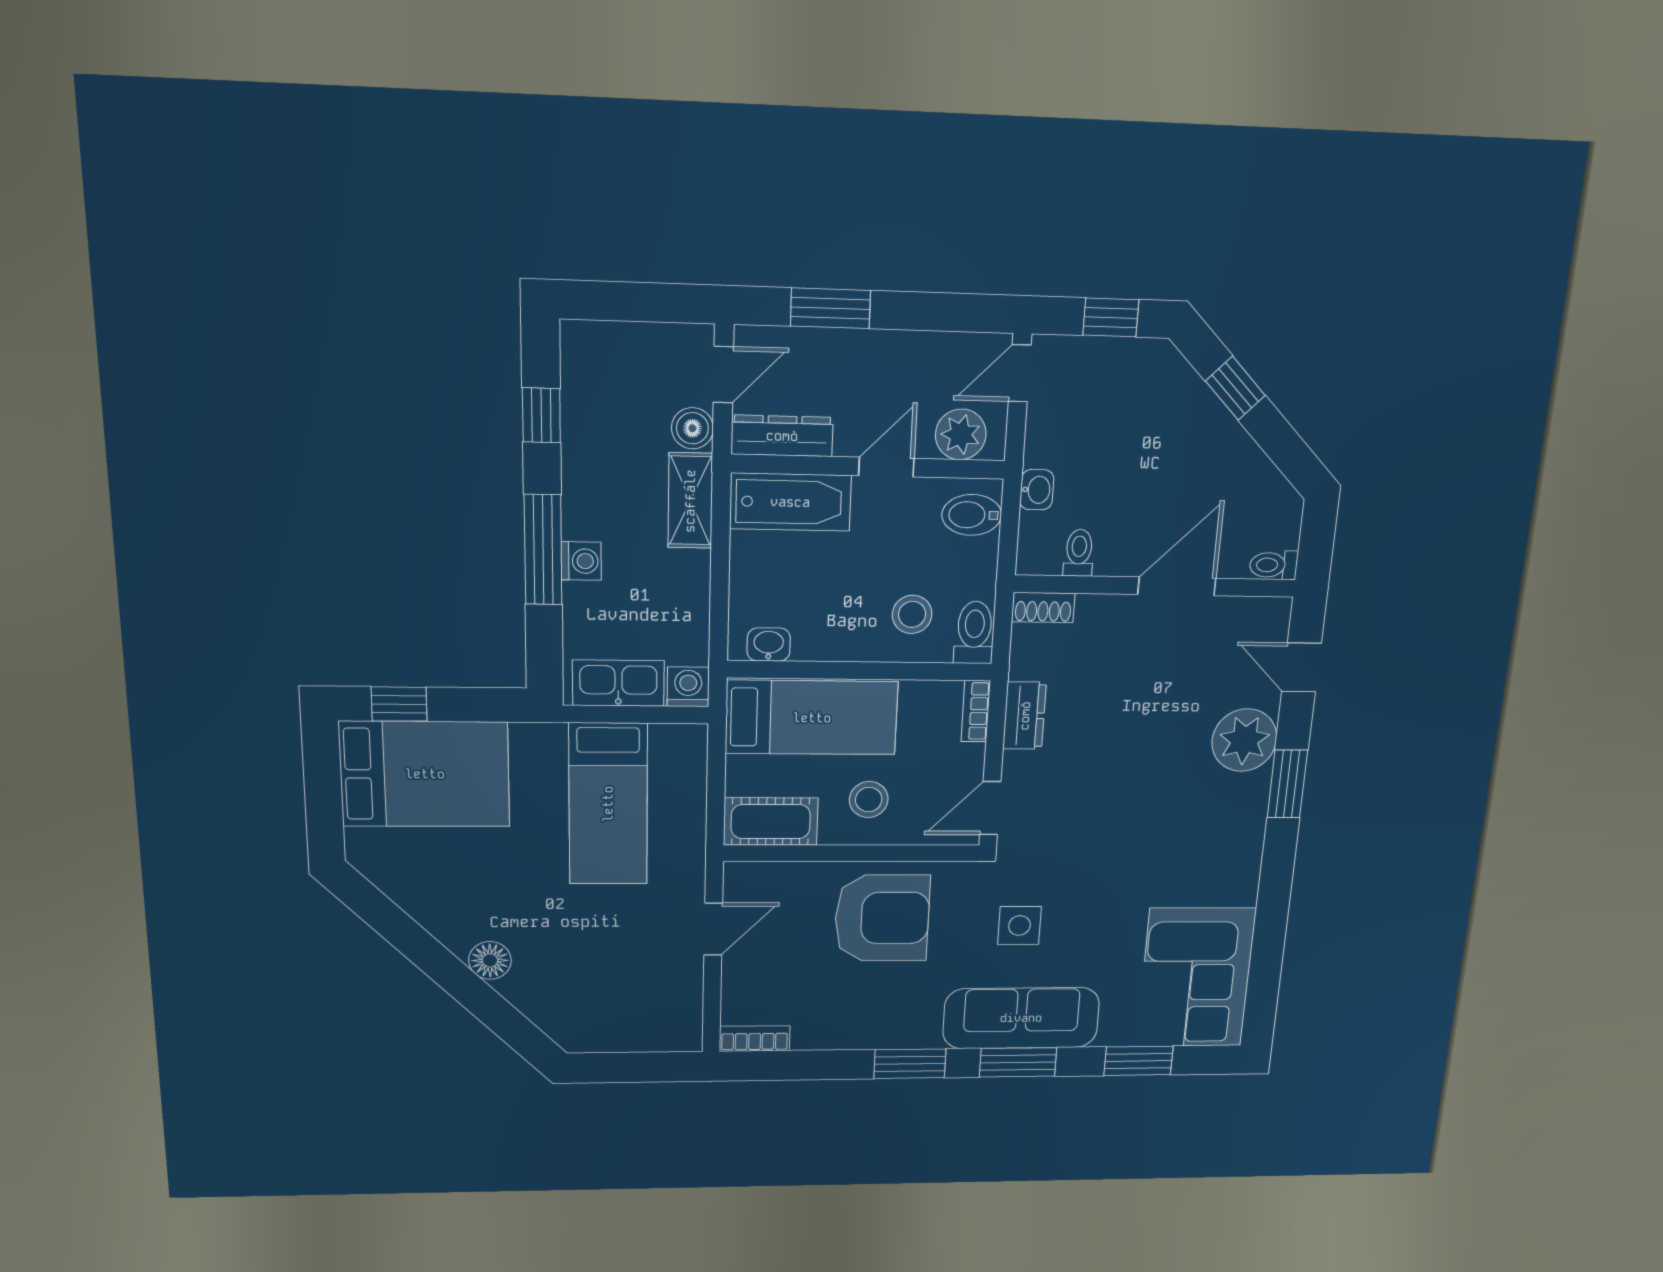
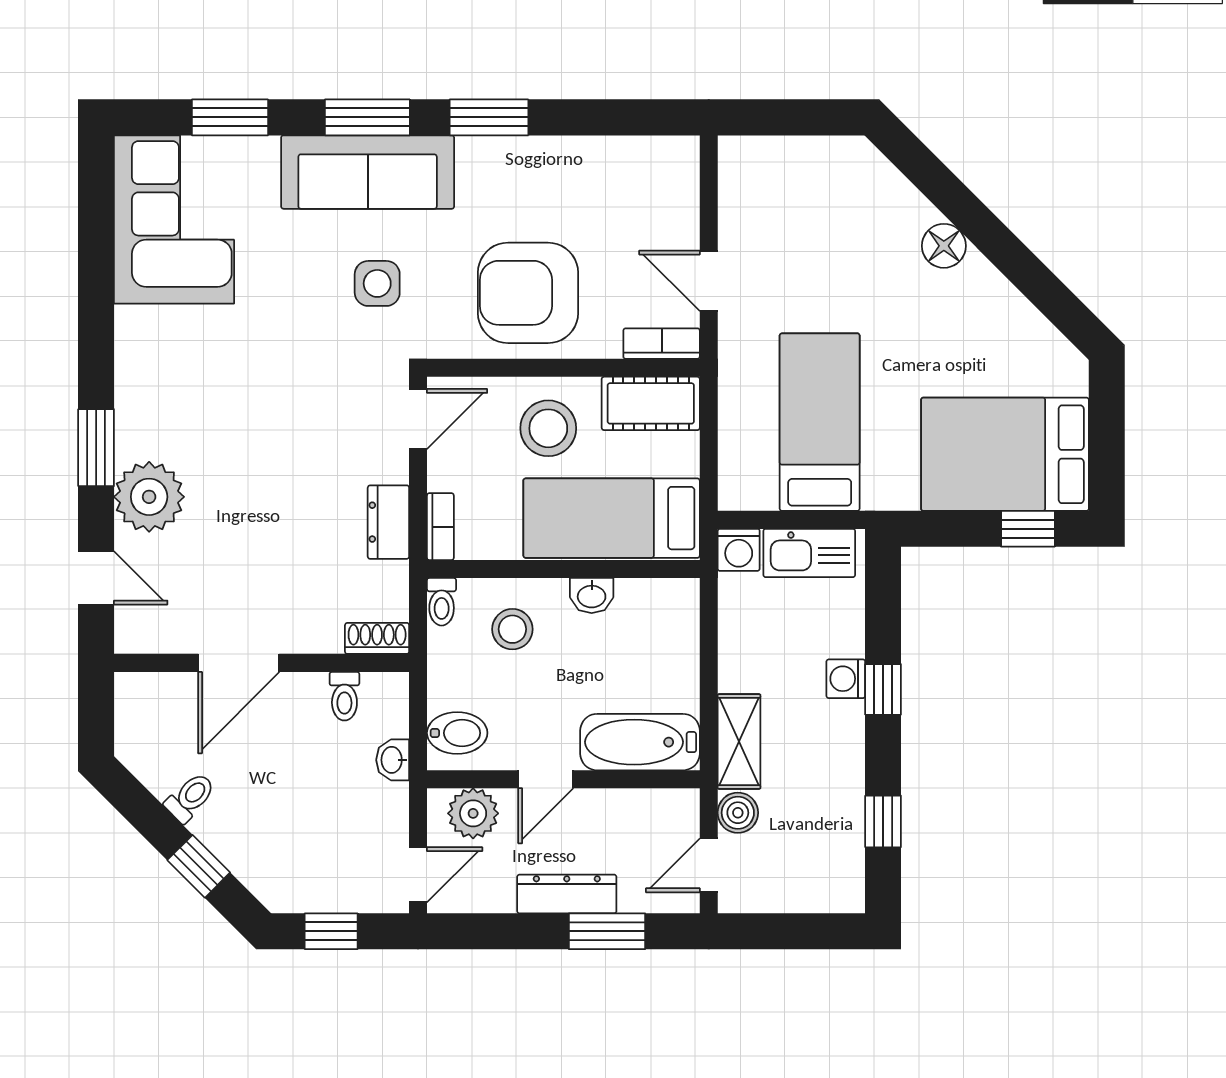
dresser: (782, 436) -> (567, 894), moved, turned 180
window: (543, 550) -> (883, 689), width x0.46
toilet: (1274, 565) -> (190, 797), moved, turned -45
toilet: (974, 633) -> (442, 602), width x0.73, depth x0.72
washbasin: (769, 645) -> (592, 596), moved
stool: (869, 800) -> (548, 428), width x1.38, depth x1.38
door: (713, 929) -> (709, 281), hinge flipped
bookcase: (755, 1039) -> (662, 344), moved, turned 180

